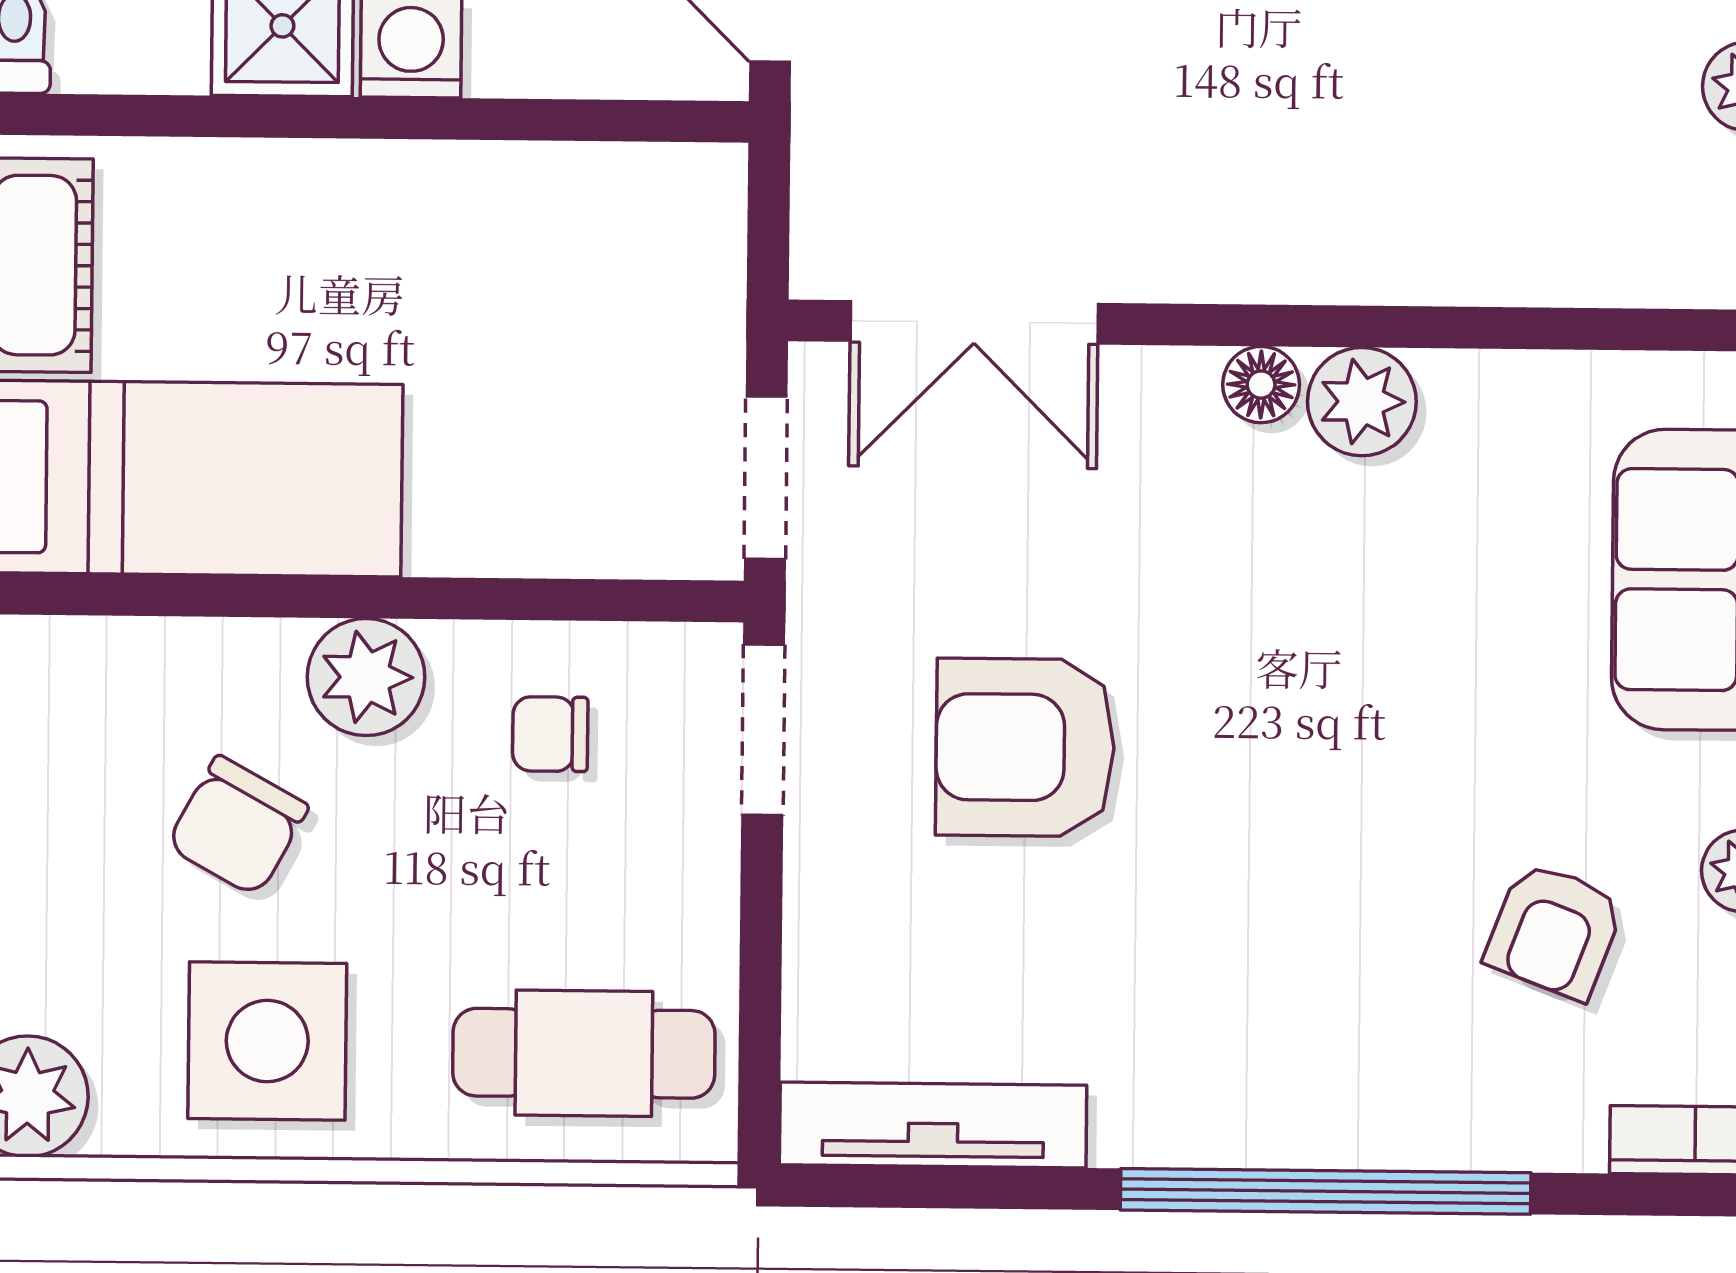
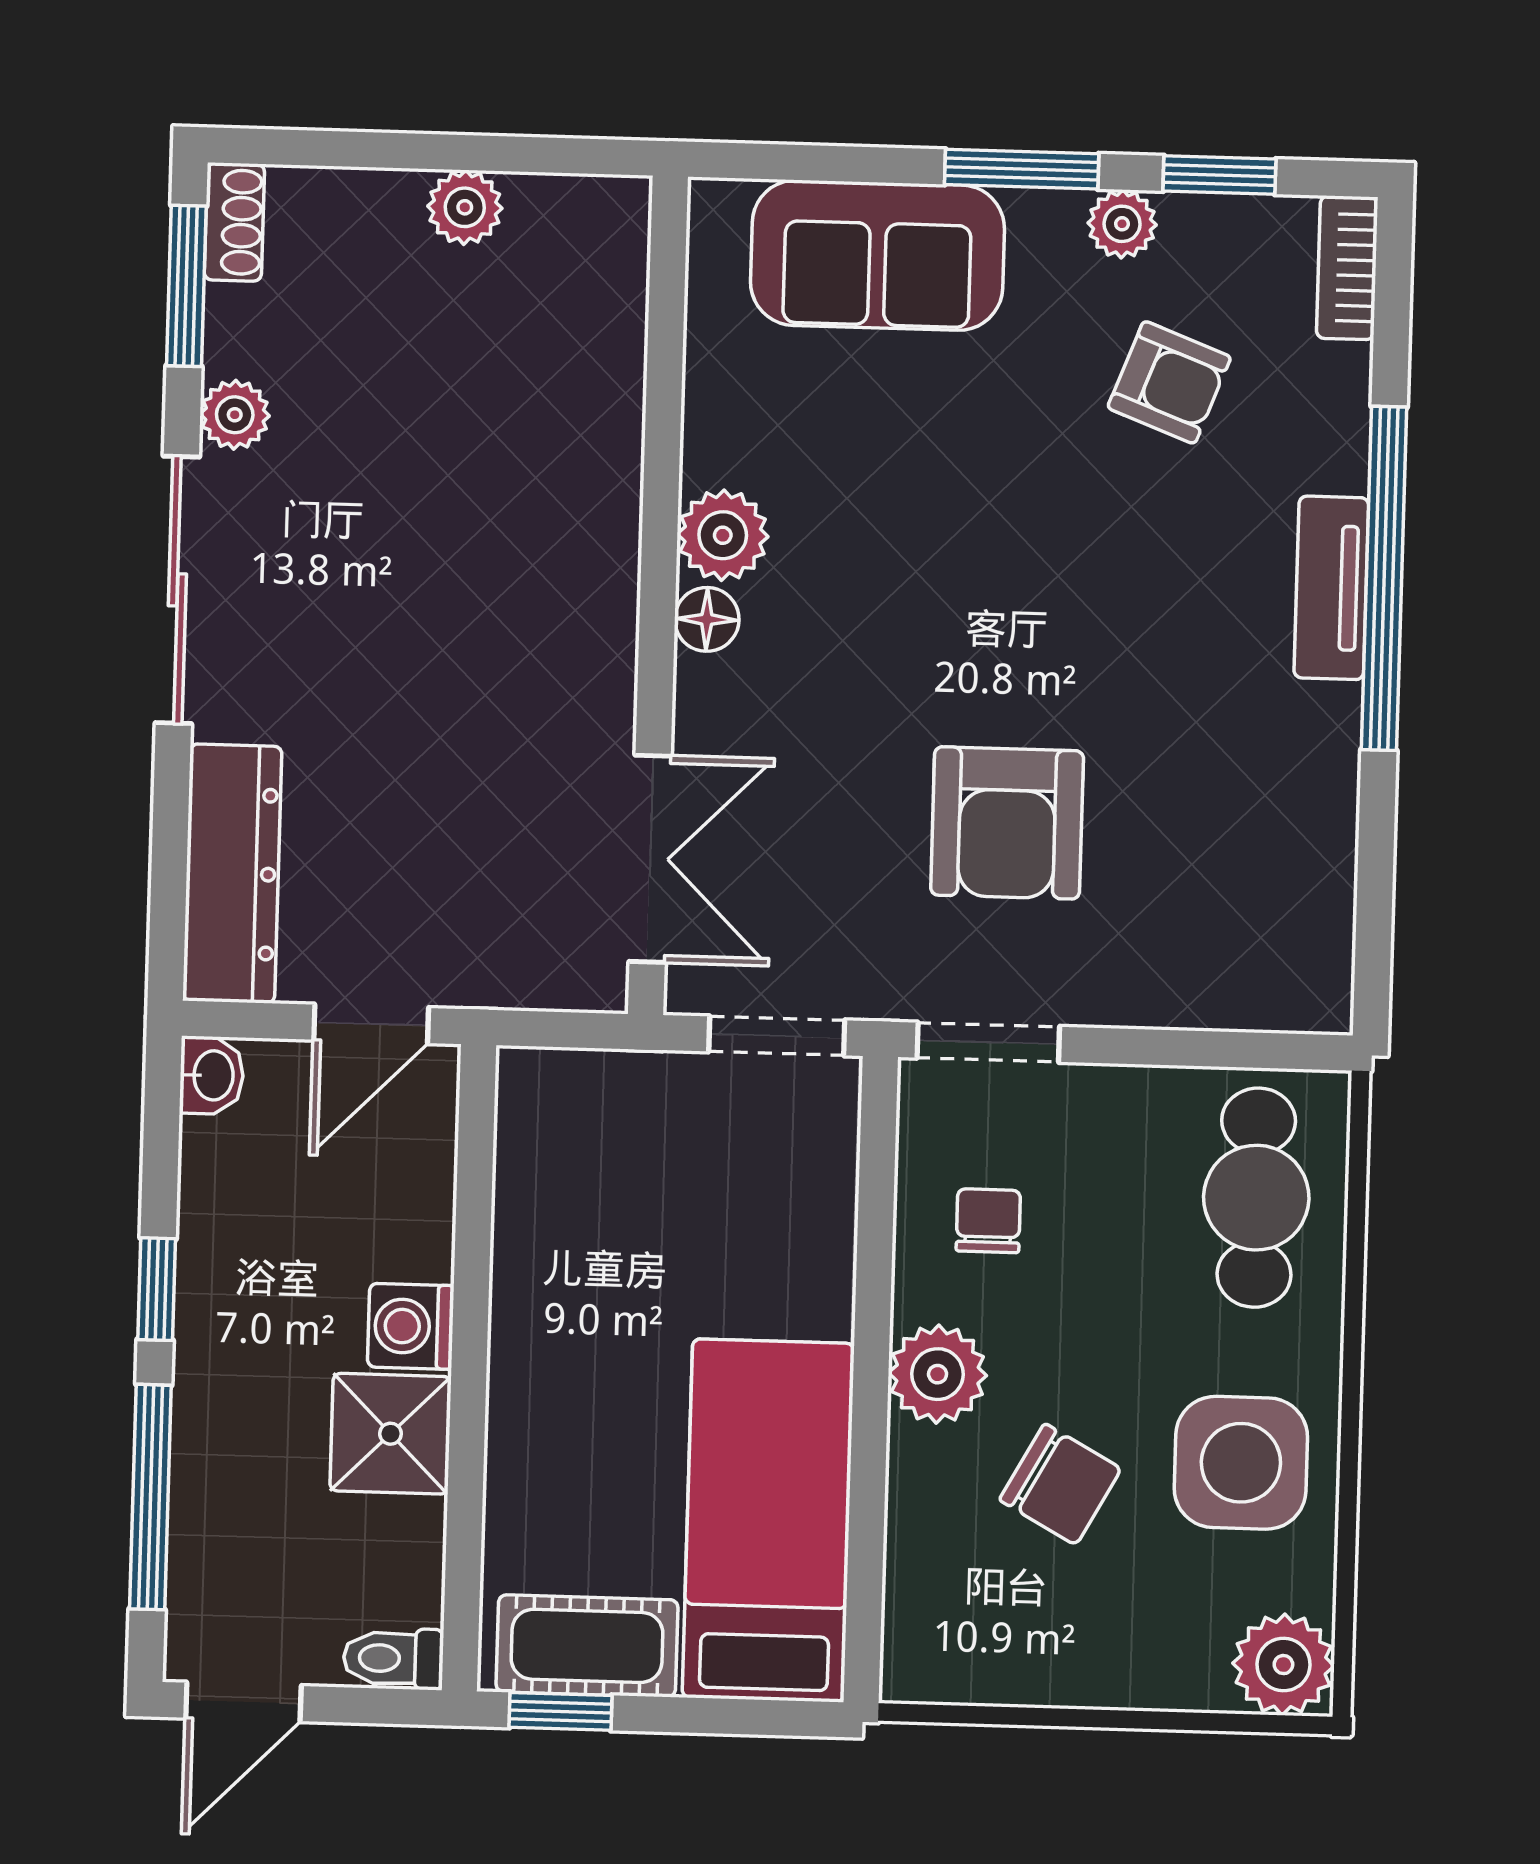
chair: (550, 734) -> (988, 1221), turned 180
tv unit: (933, 1125) -> (1331, 588), moved, width x0.71

